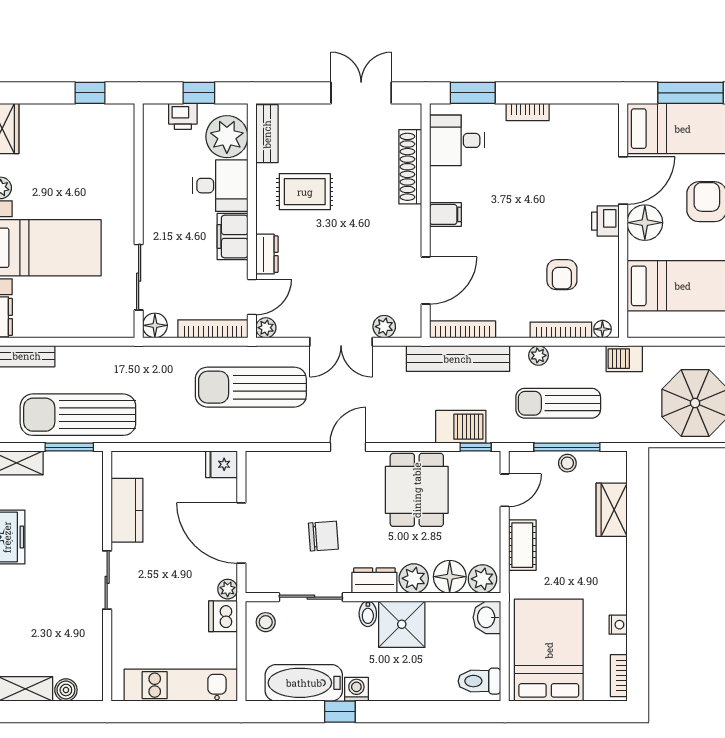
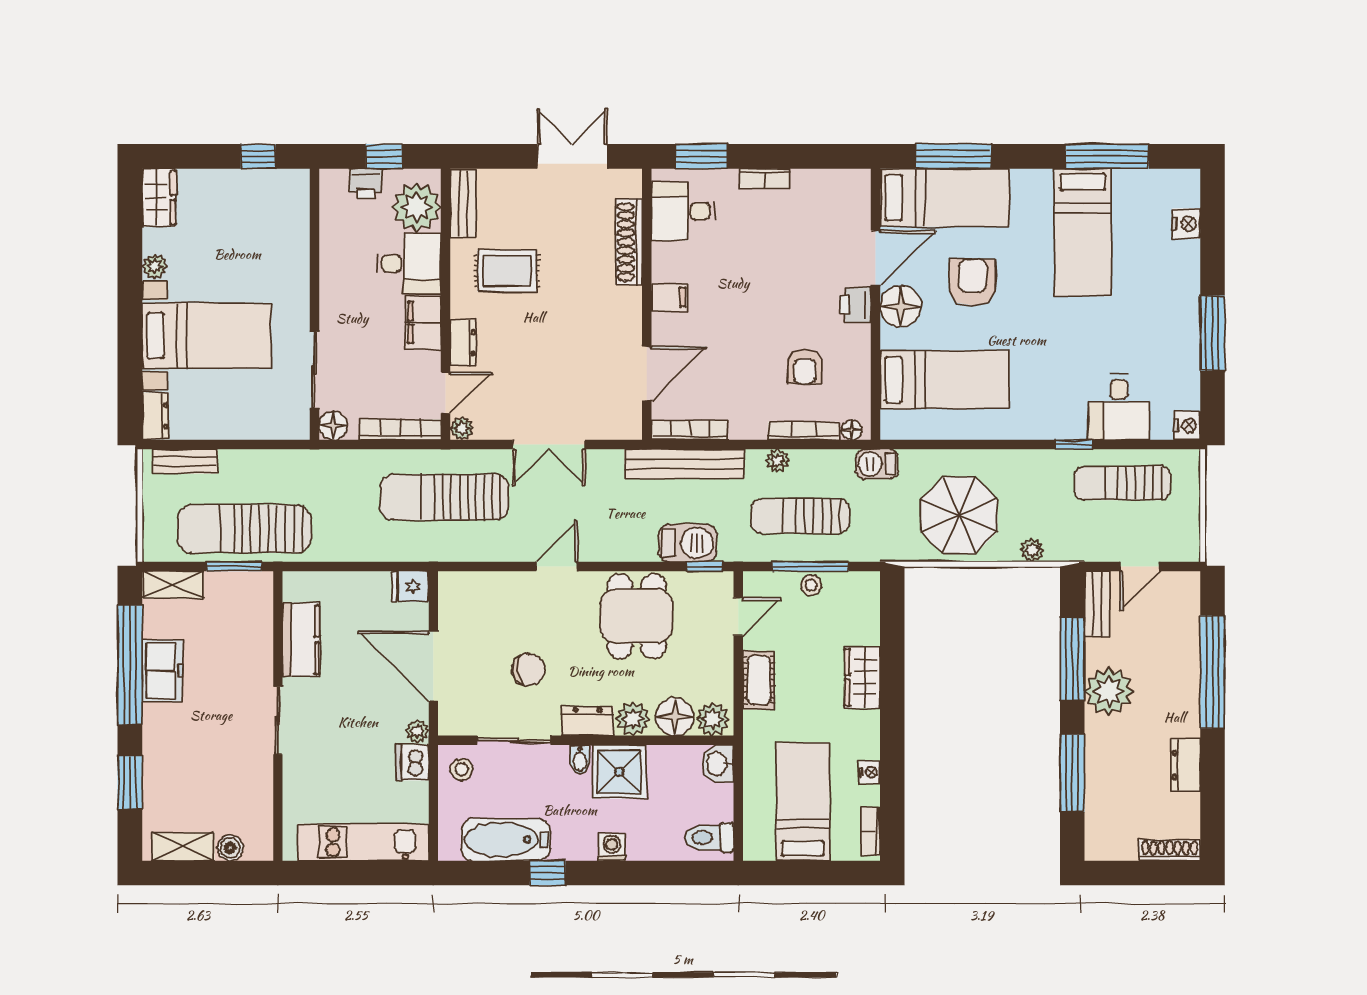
plant: (384, 327) -> (599, 427), removed
wardrobe: (612, 510) -> (862, 677), moved
bed: (549, 650) -> (803, 802), width x0.67
washing machine: (356, 689) -> (612, 847), moved

